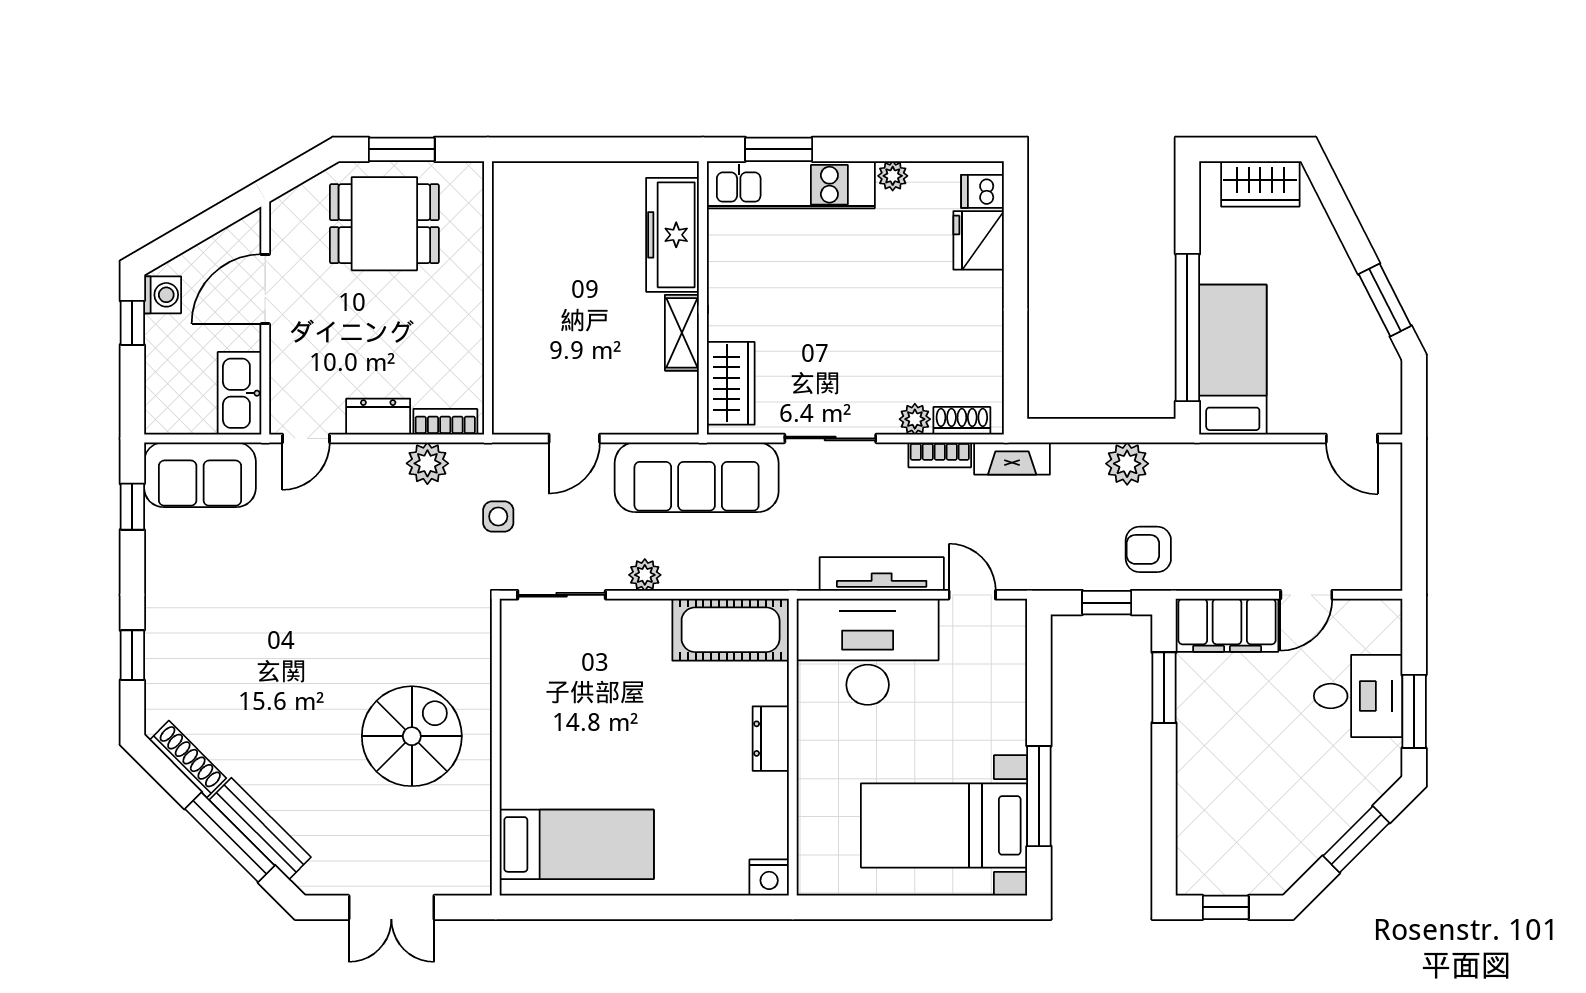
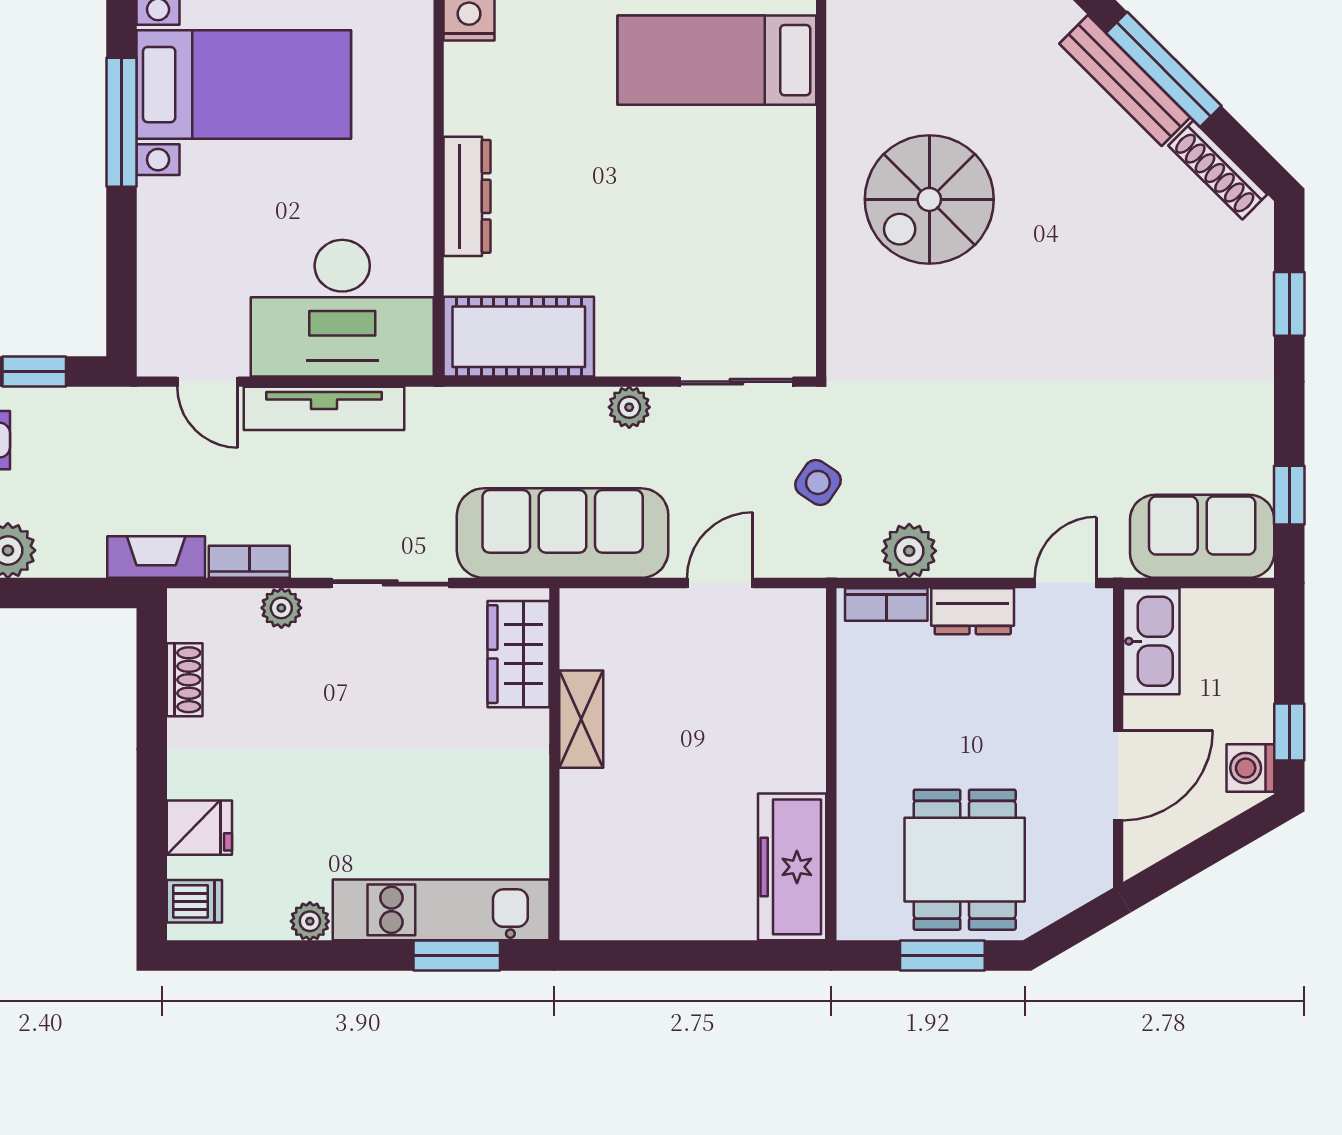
dining table: (384, 224) -> (965, 860), turned 90
freezer: (672, 235) -> (792, 867), moved, turned 180
fridge: (979, 240) -> (199, 828), width x0.72
shoe rack: (962, 421) -> (185, 680), moved, turned -90
side table: (498, 516) -> (818, 482), turned 34
dresser: (771, 739) -> (467, 196), width x1.44

